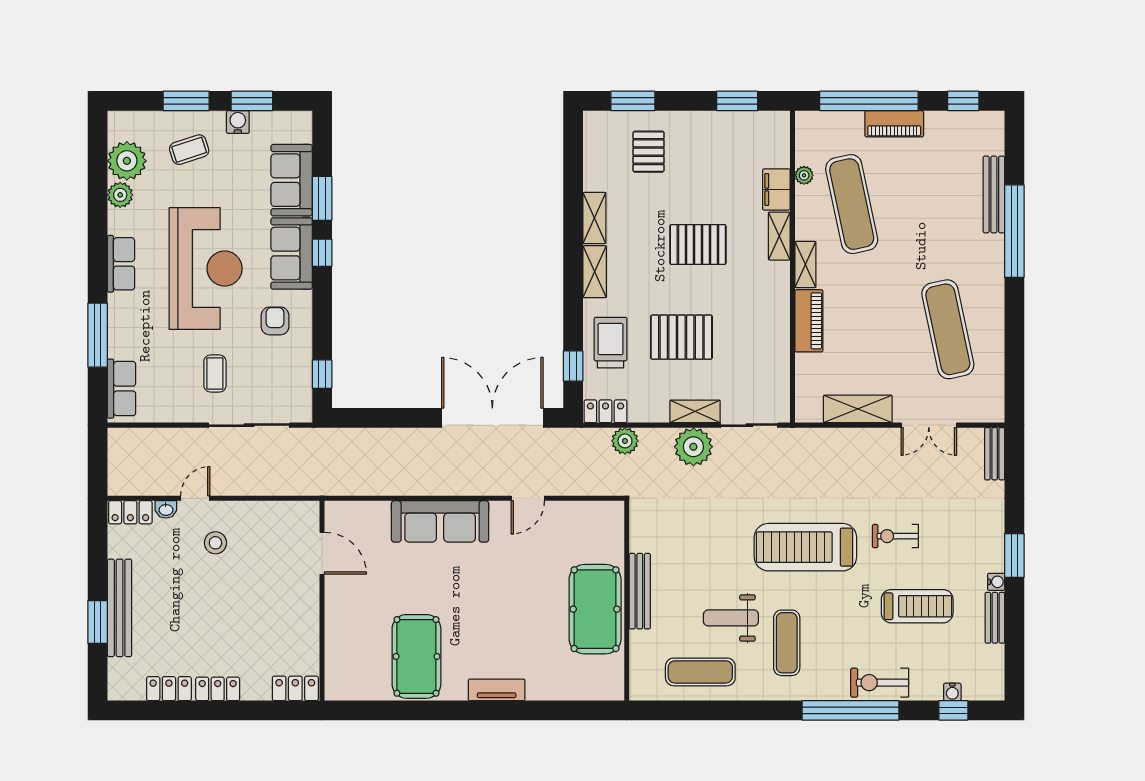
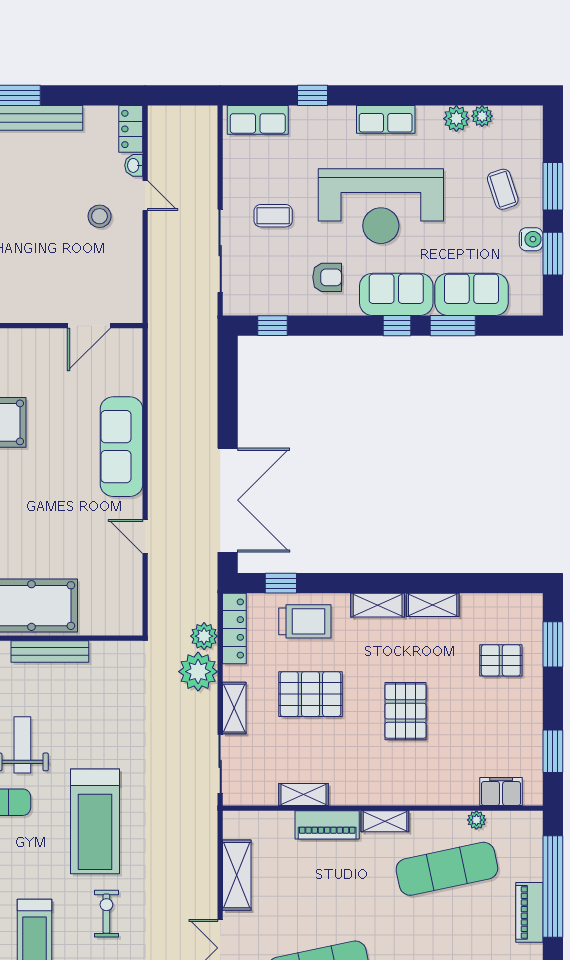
plant: (127, 161) -> (482, 116), width x0.53, depth x0.53
filing cabinet: (776, 190) -> (501, 792), moved
shelving: (779, 236) -> (304, 795), moved
window: (98, 335) -> (313, 95), width x0.46
pallet: (681, 337) -> (310, 694), turned 90
locker: (605, 411) -> (234, 628), width x1.53
plant: (693, 447) -> (198, 672), moved
treadmill: (805, 547) -> (95, 821), turned 180

